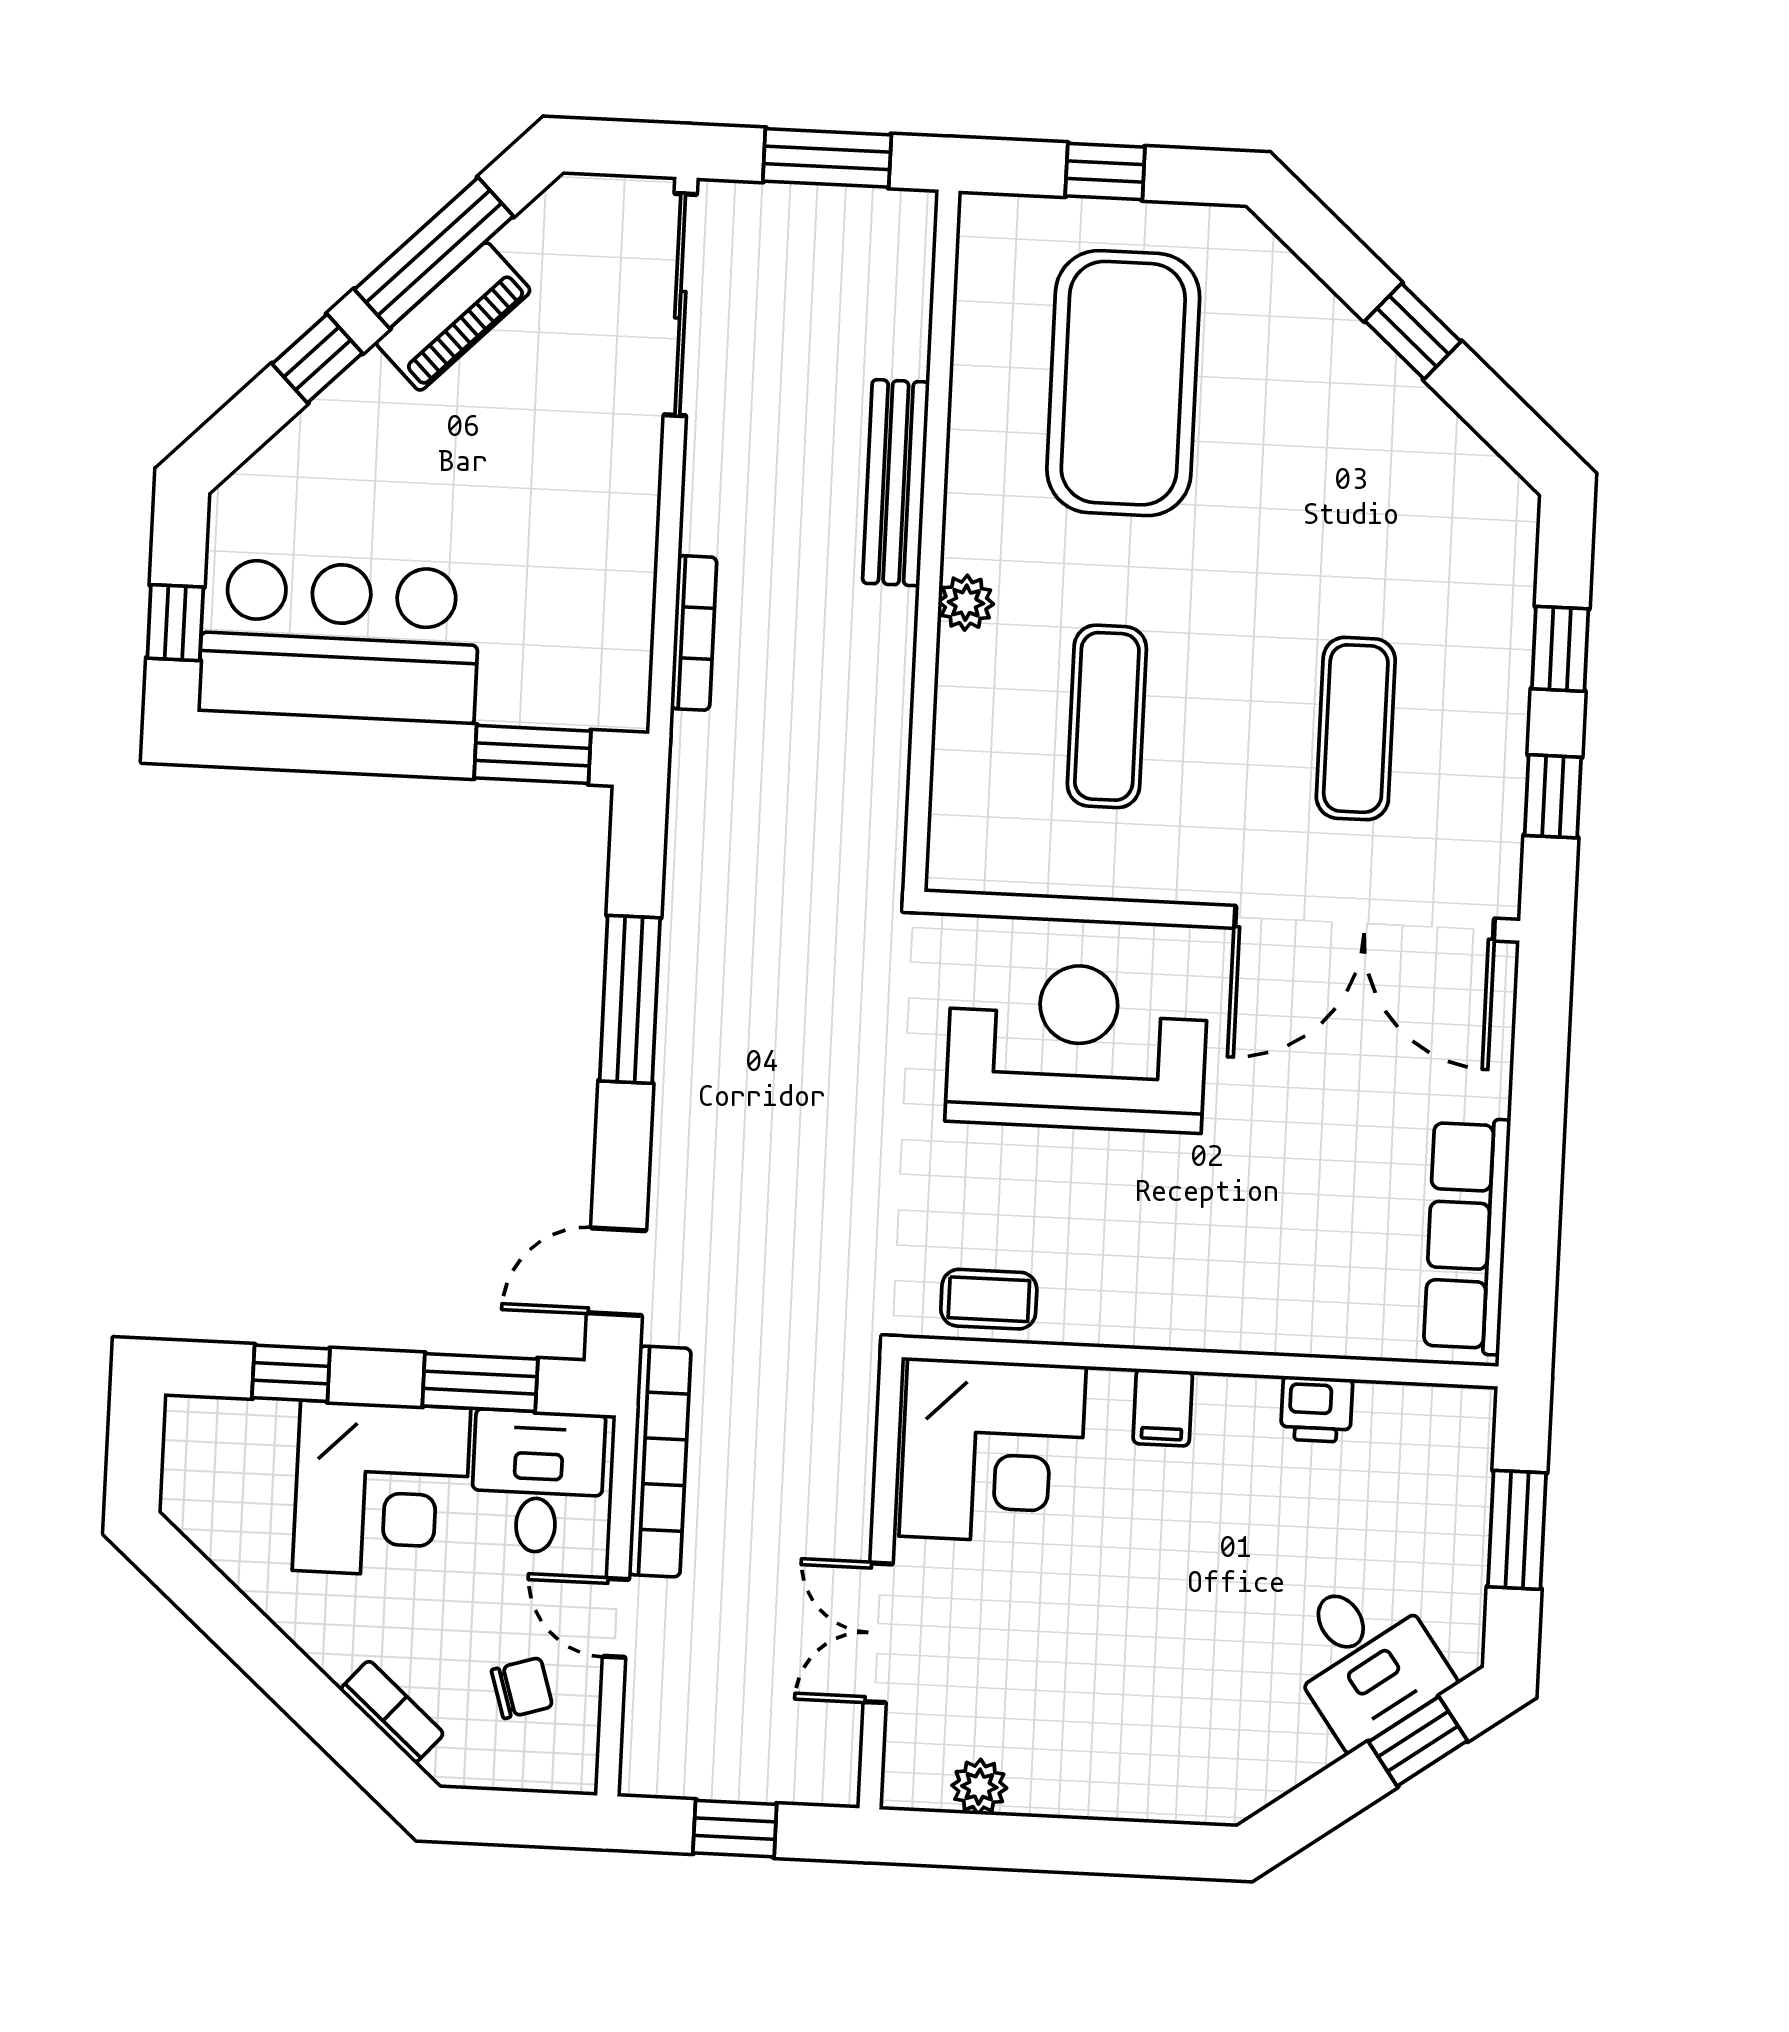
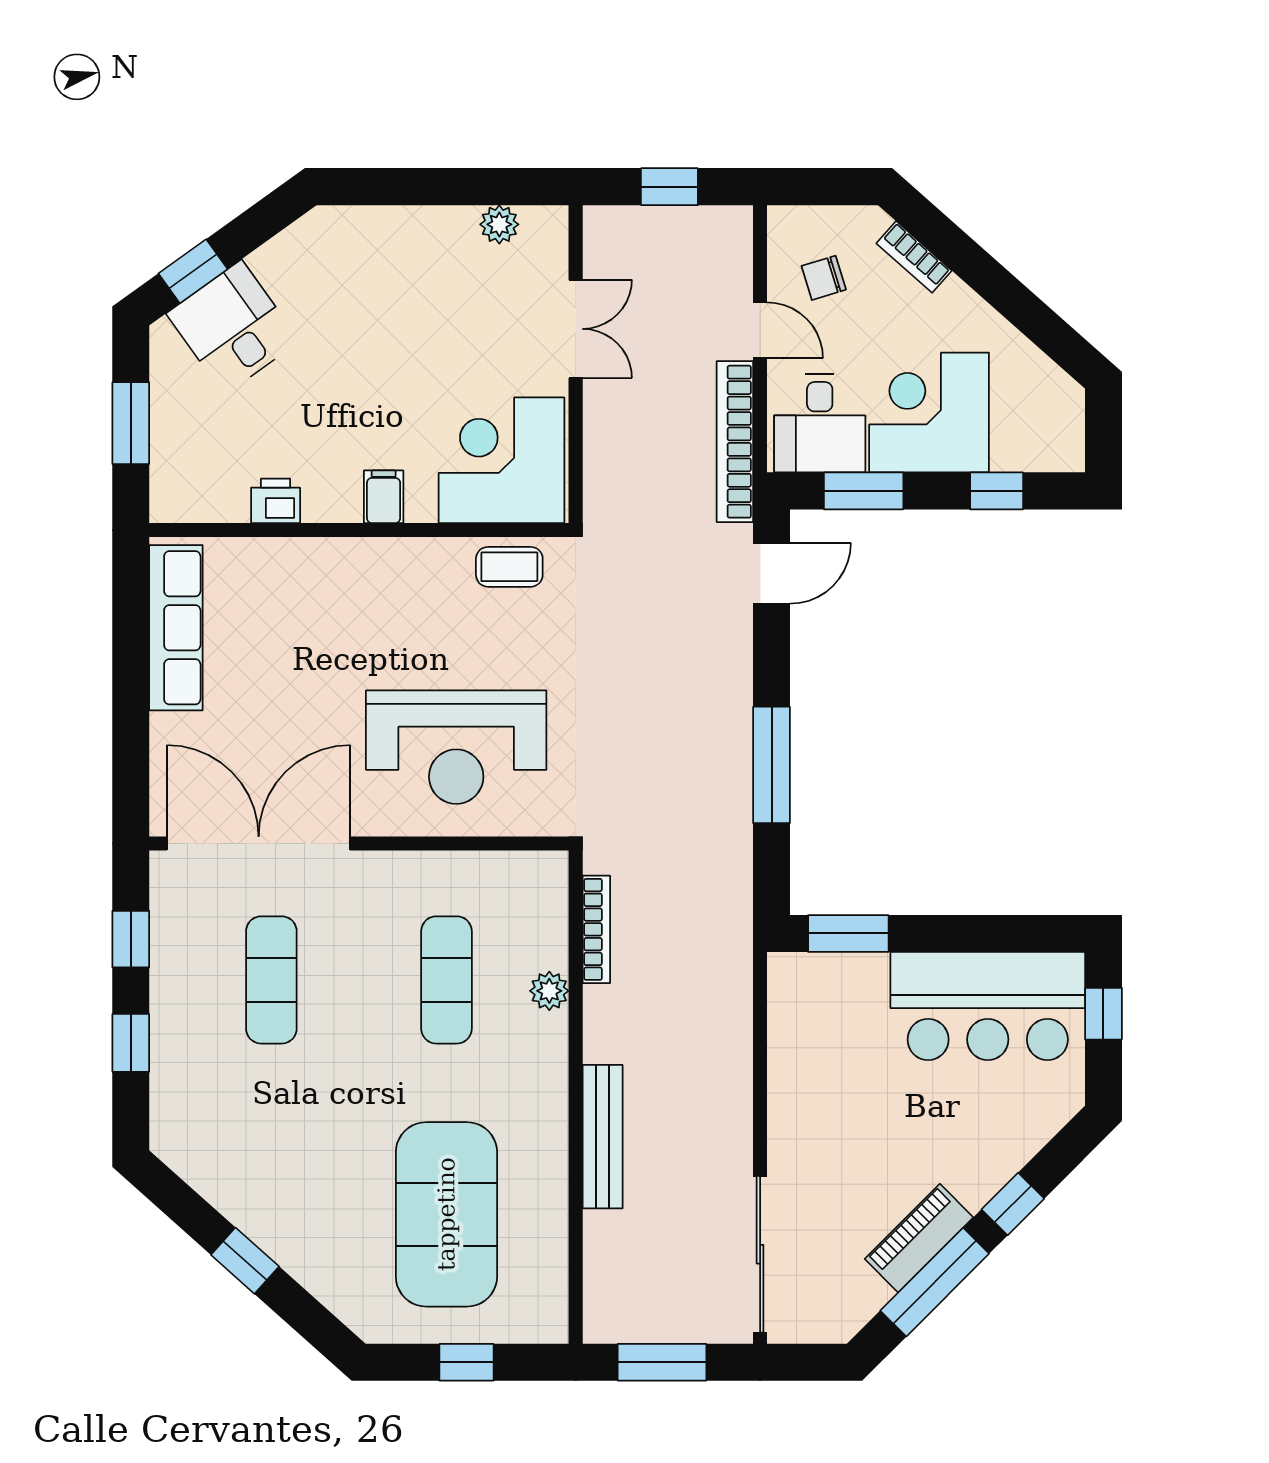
plant: (966, 603) -> (549, 991), moved
bookcase: (694, 633) -> (596, 929), moved, turned 180

